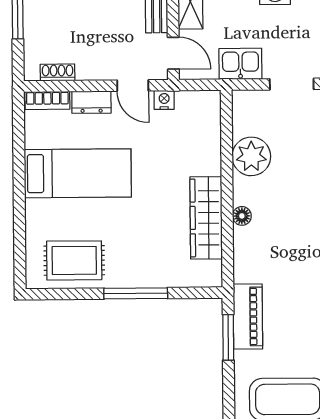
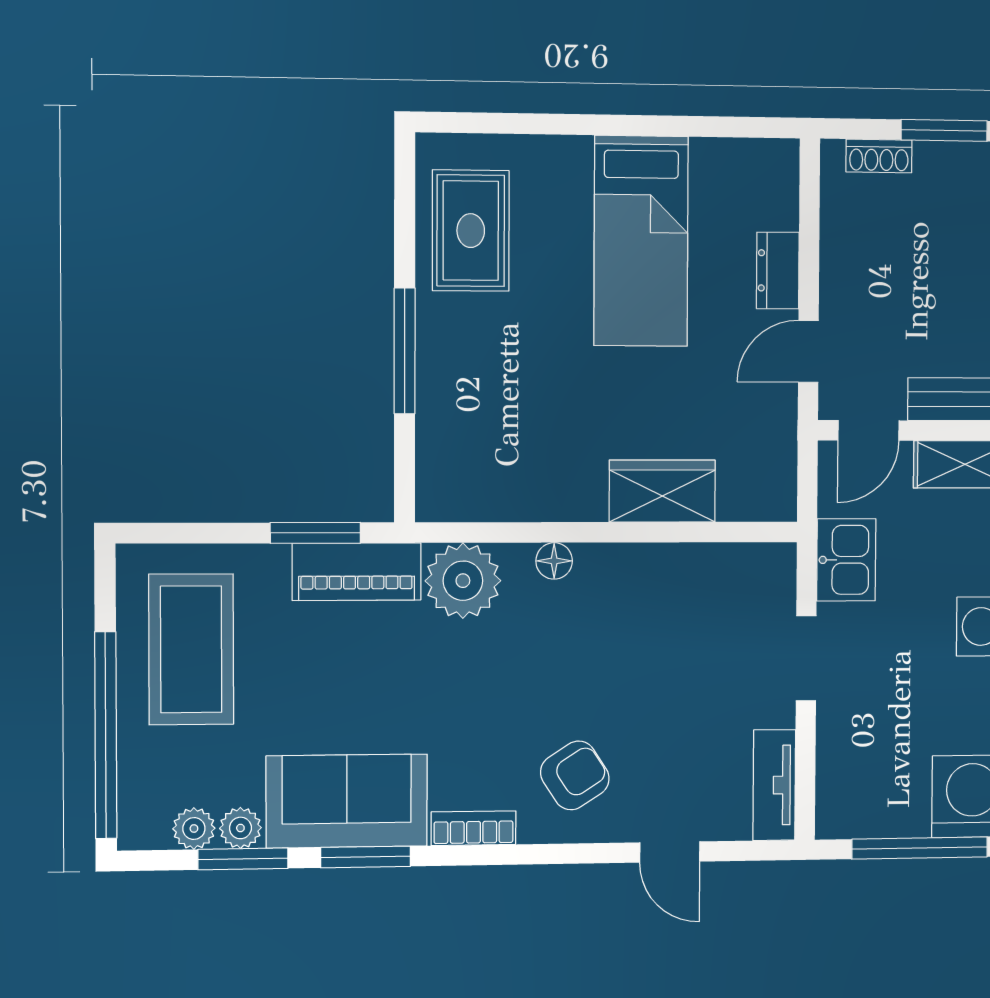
shoe rack: (58, 73) -> (879, 156), moved, turned 90
bookcase: (47, 100) -> (782, 185), removed
nightstand: (164, 100) -> (780, 412), removed
plant: (251, 156) -> (463, 581), moved
wardrobe: (206, 218) -> (662, 491), moved, width x0.67

